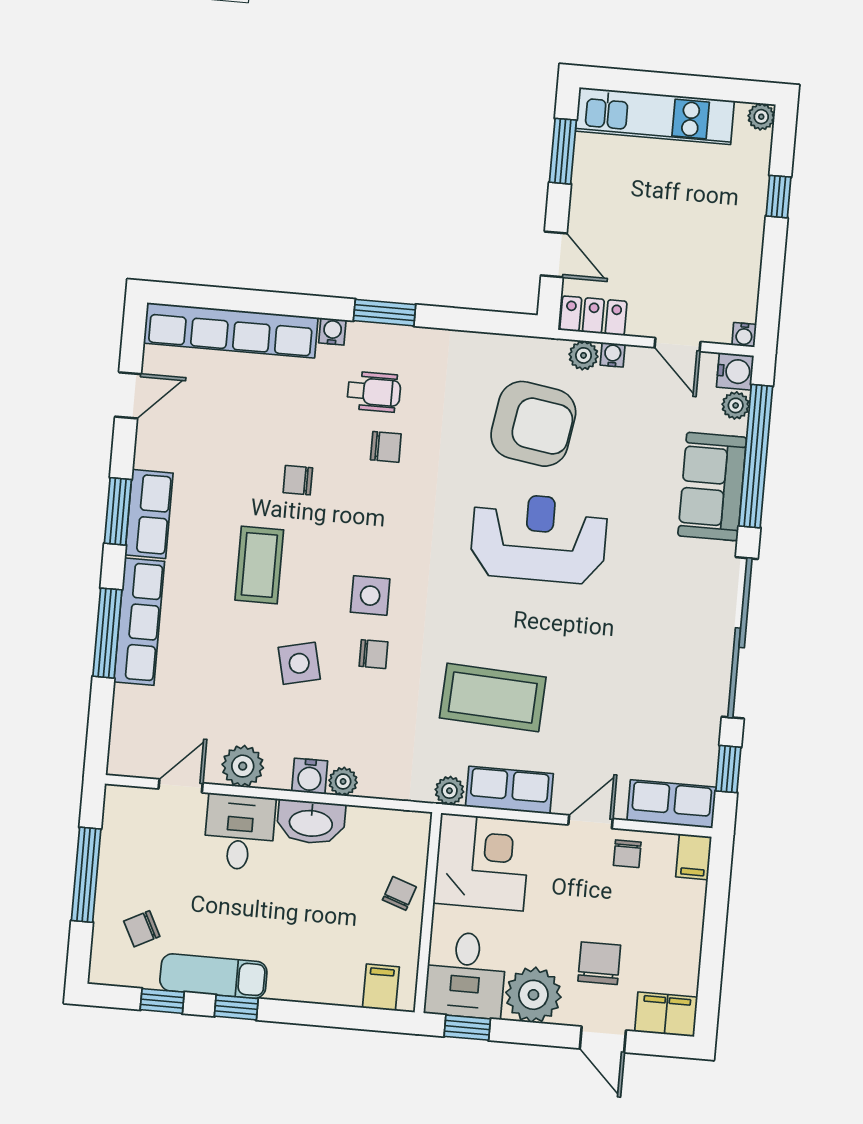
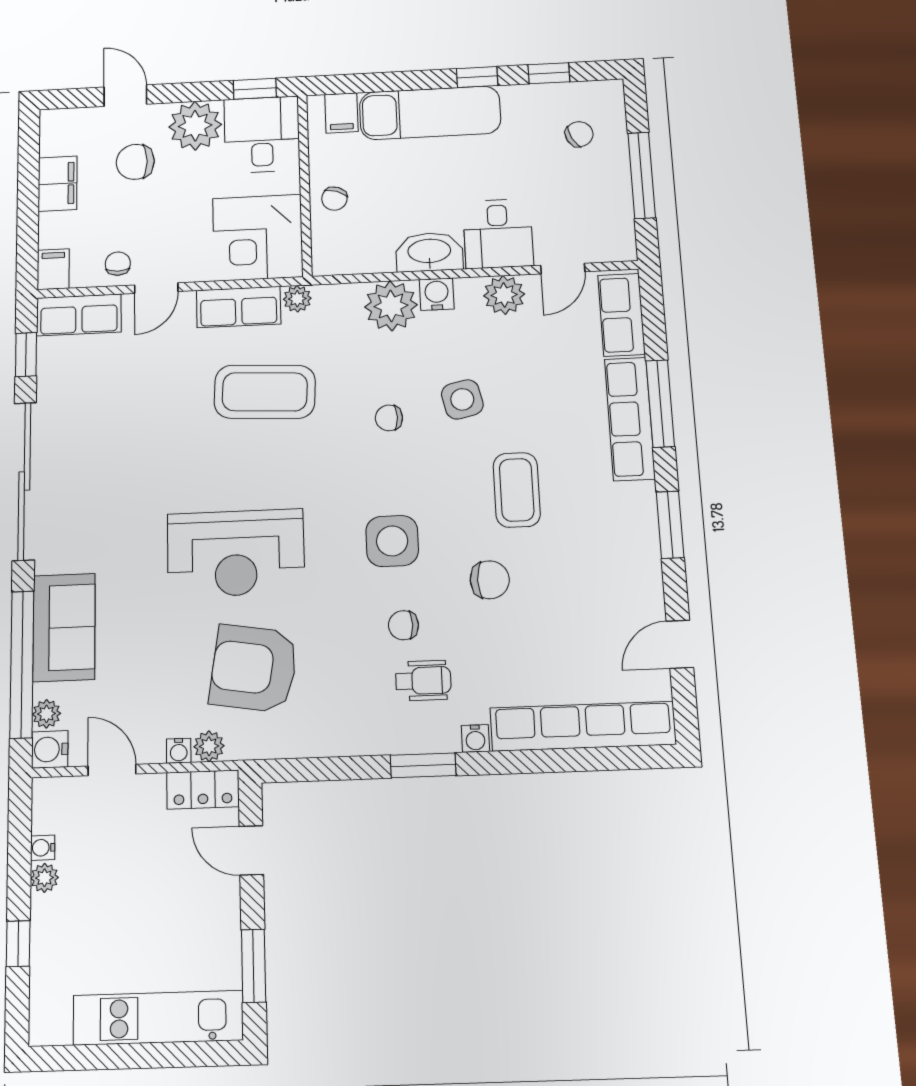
plant: (761, 117) -> (44, 878), moved
water cooler: (744, 335) -> (43, 848), moved, turned -90
wheelchair: (374, 392) -> (423, 681), turned 180
chair: (298, 480) -> (490, 580), width x1.37, depth x1.37
row of seats: (149, 514) -> (621, 315), moved
side table: (370, 596) -> (392, 541), moved, width x1.37, depth x1.37
plant: (343, 781) -> (391, 306), width x1.87, depth x1.87
chair: (599, 963) -> (135, 162), turned 90
exam couch: (213, 976) -> (430, 113), moved, width x1.36, depth x1.45
filing cabinet: (666, 1014) -> (58, 184), moved, turned -90

